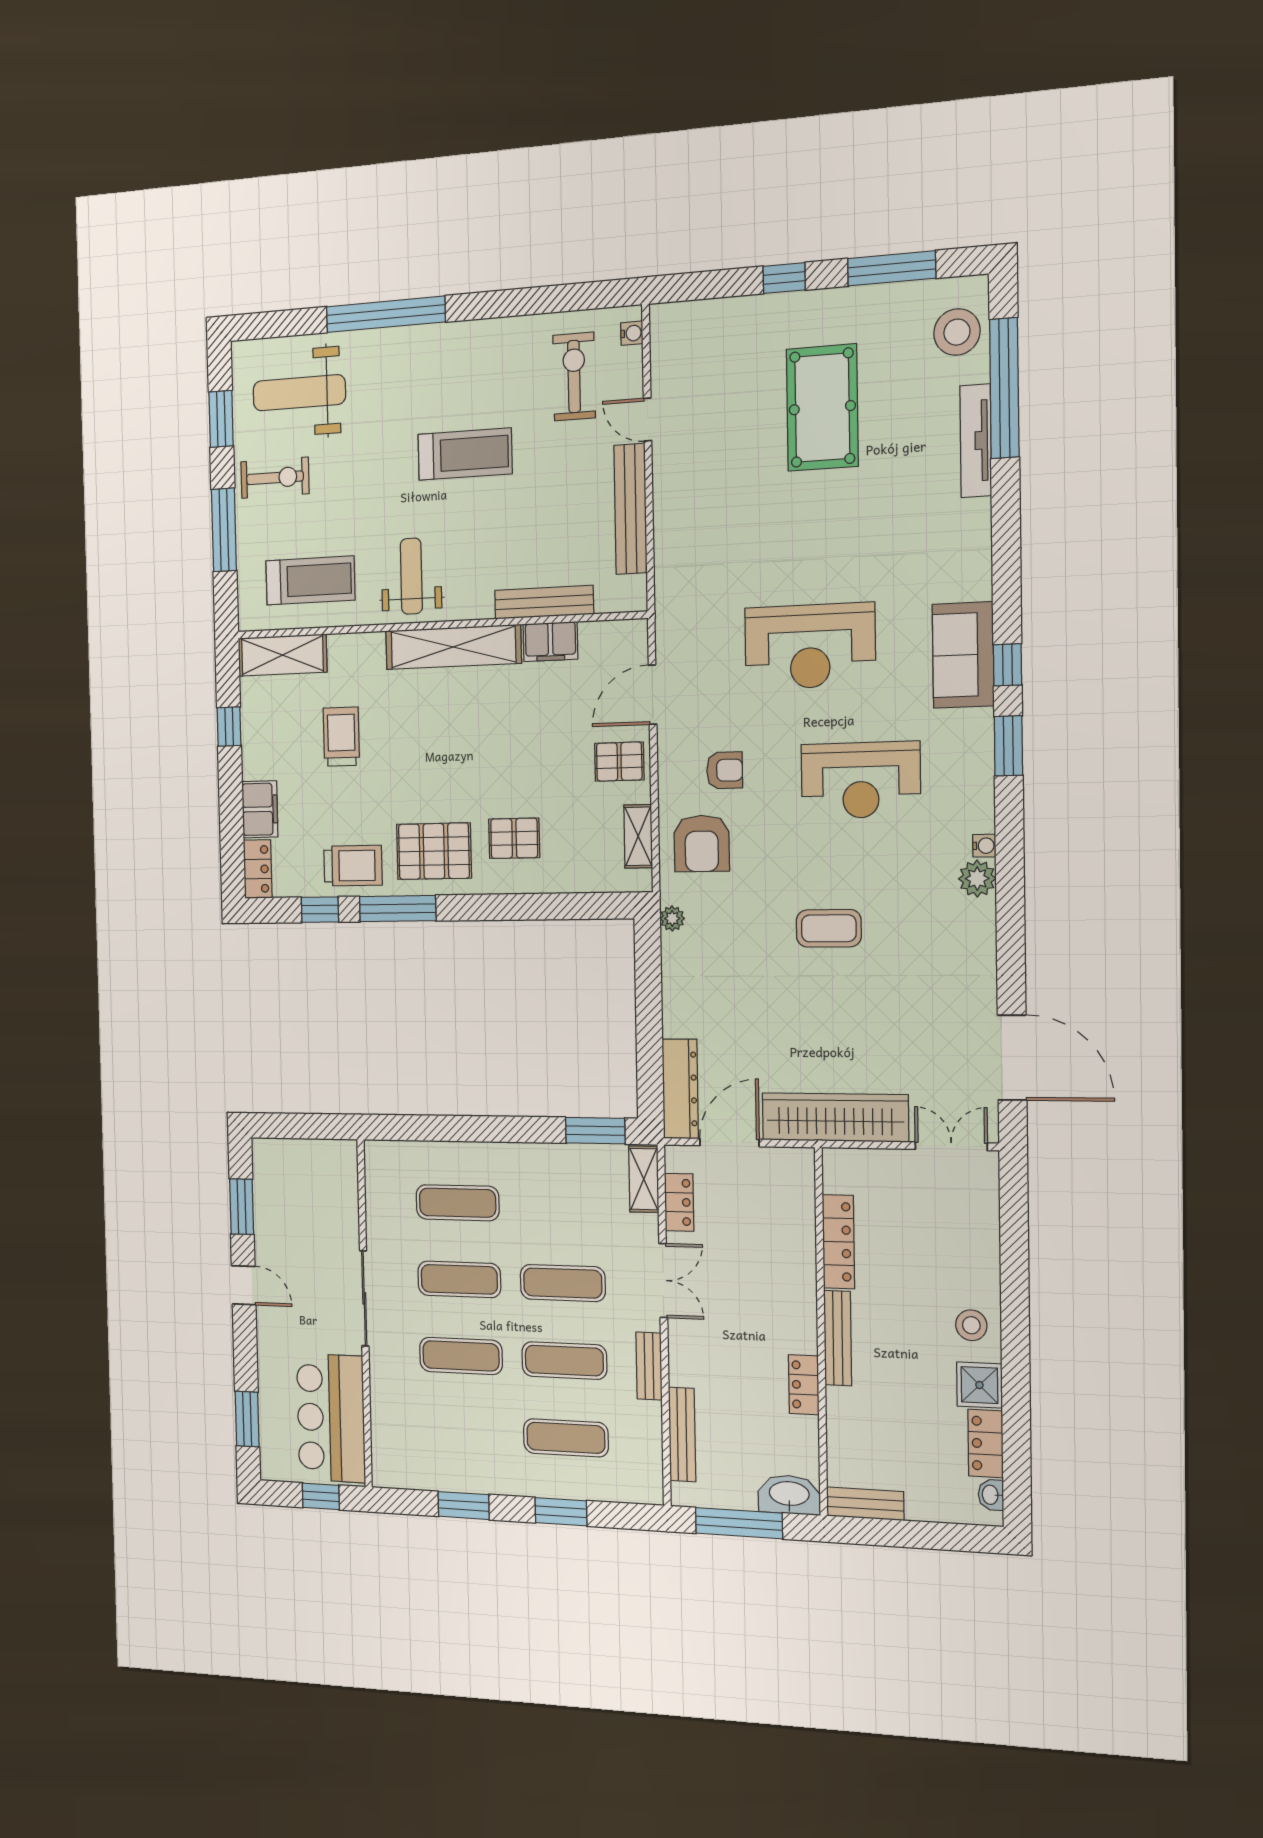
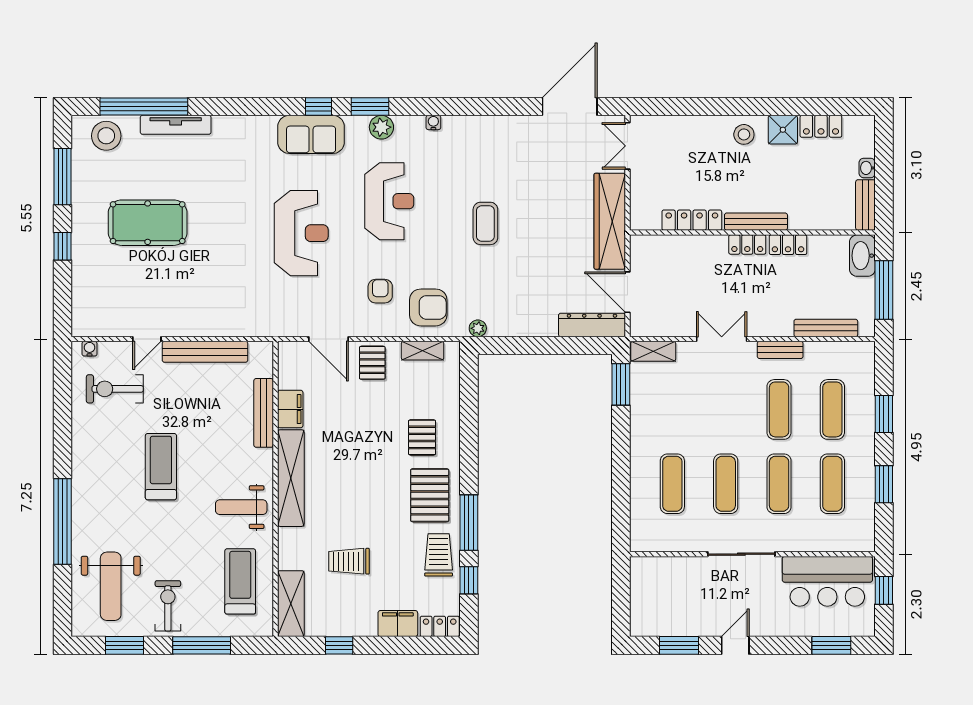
plant: (977, 879) -> (381, 127), moved
locker: (679, 1202) -> (747, 245), moved, turned 180
exercise mat: (563, 1283) -> (832, 484), moved
washbasin: (991, 1495) -> (867, 168), moved, turned 90

